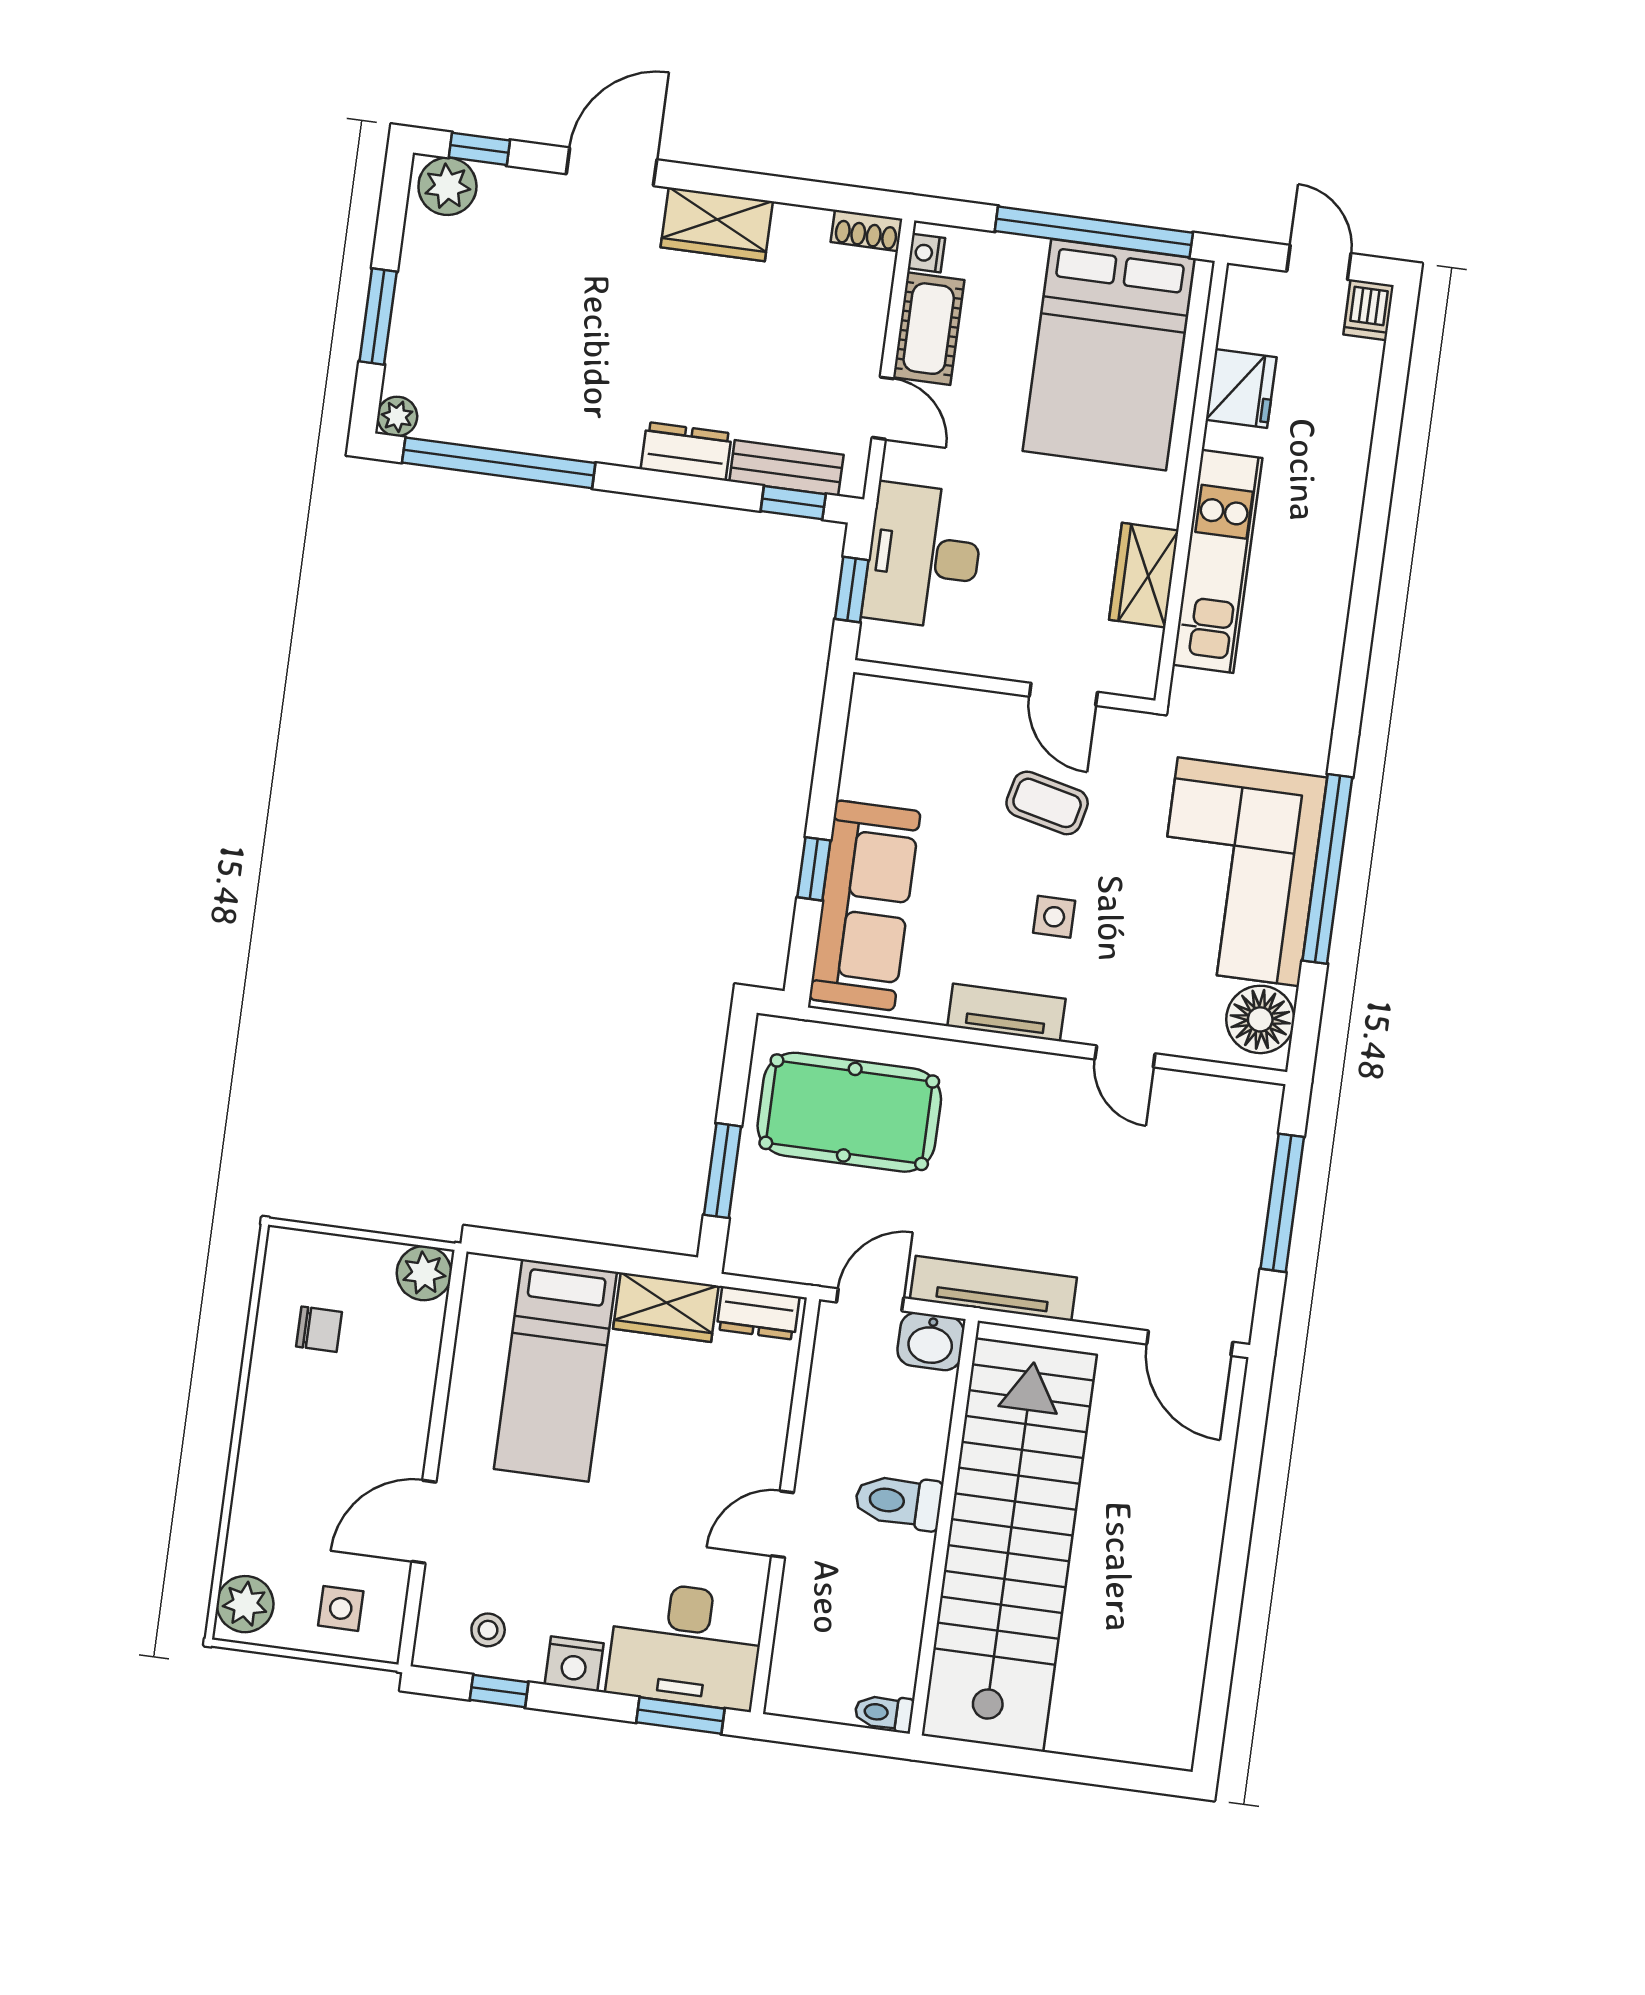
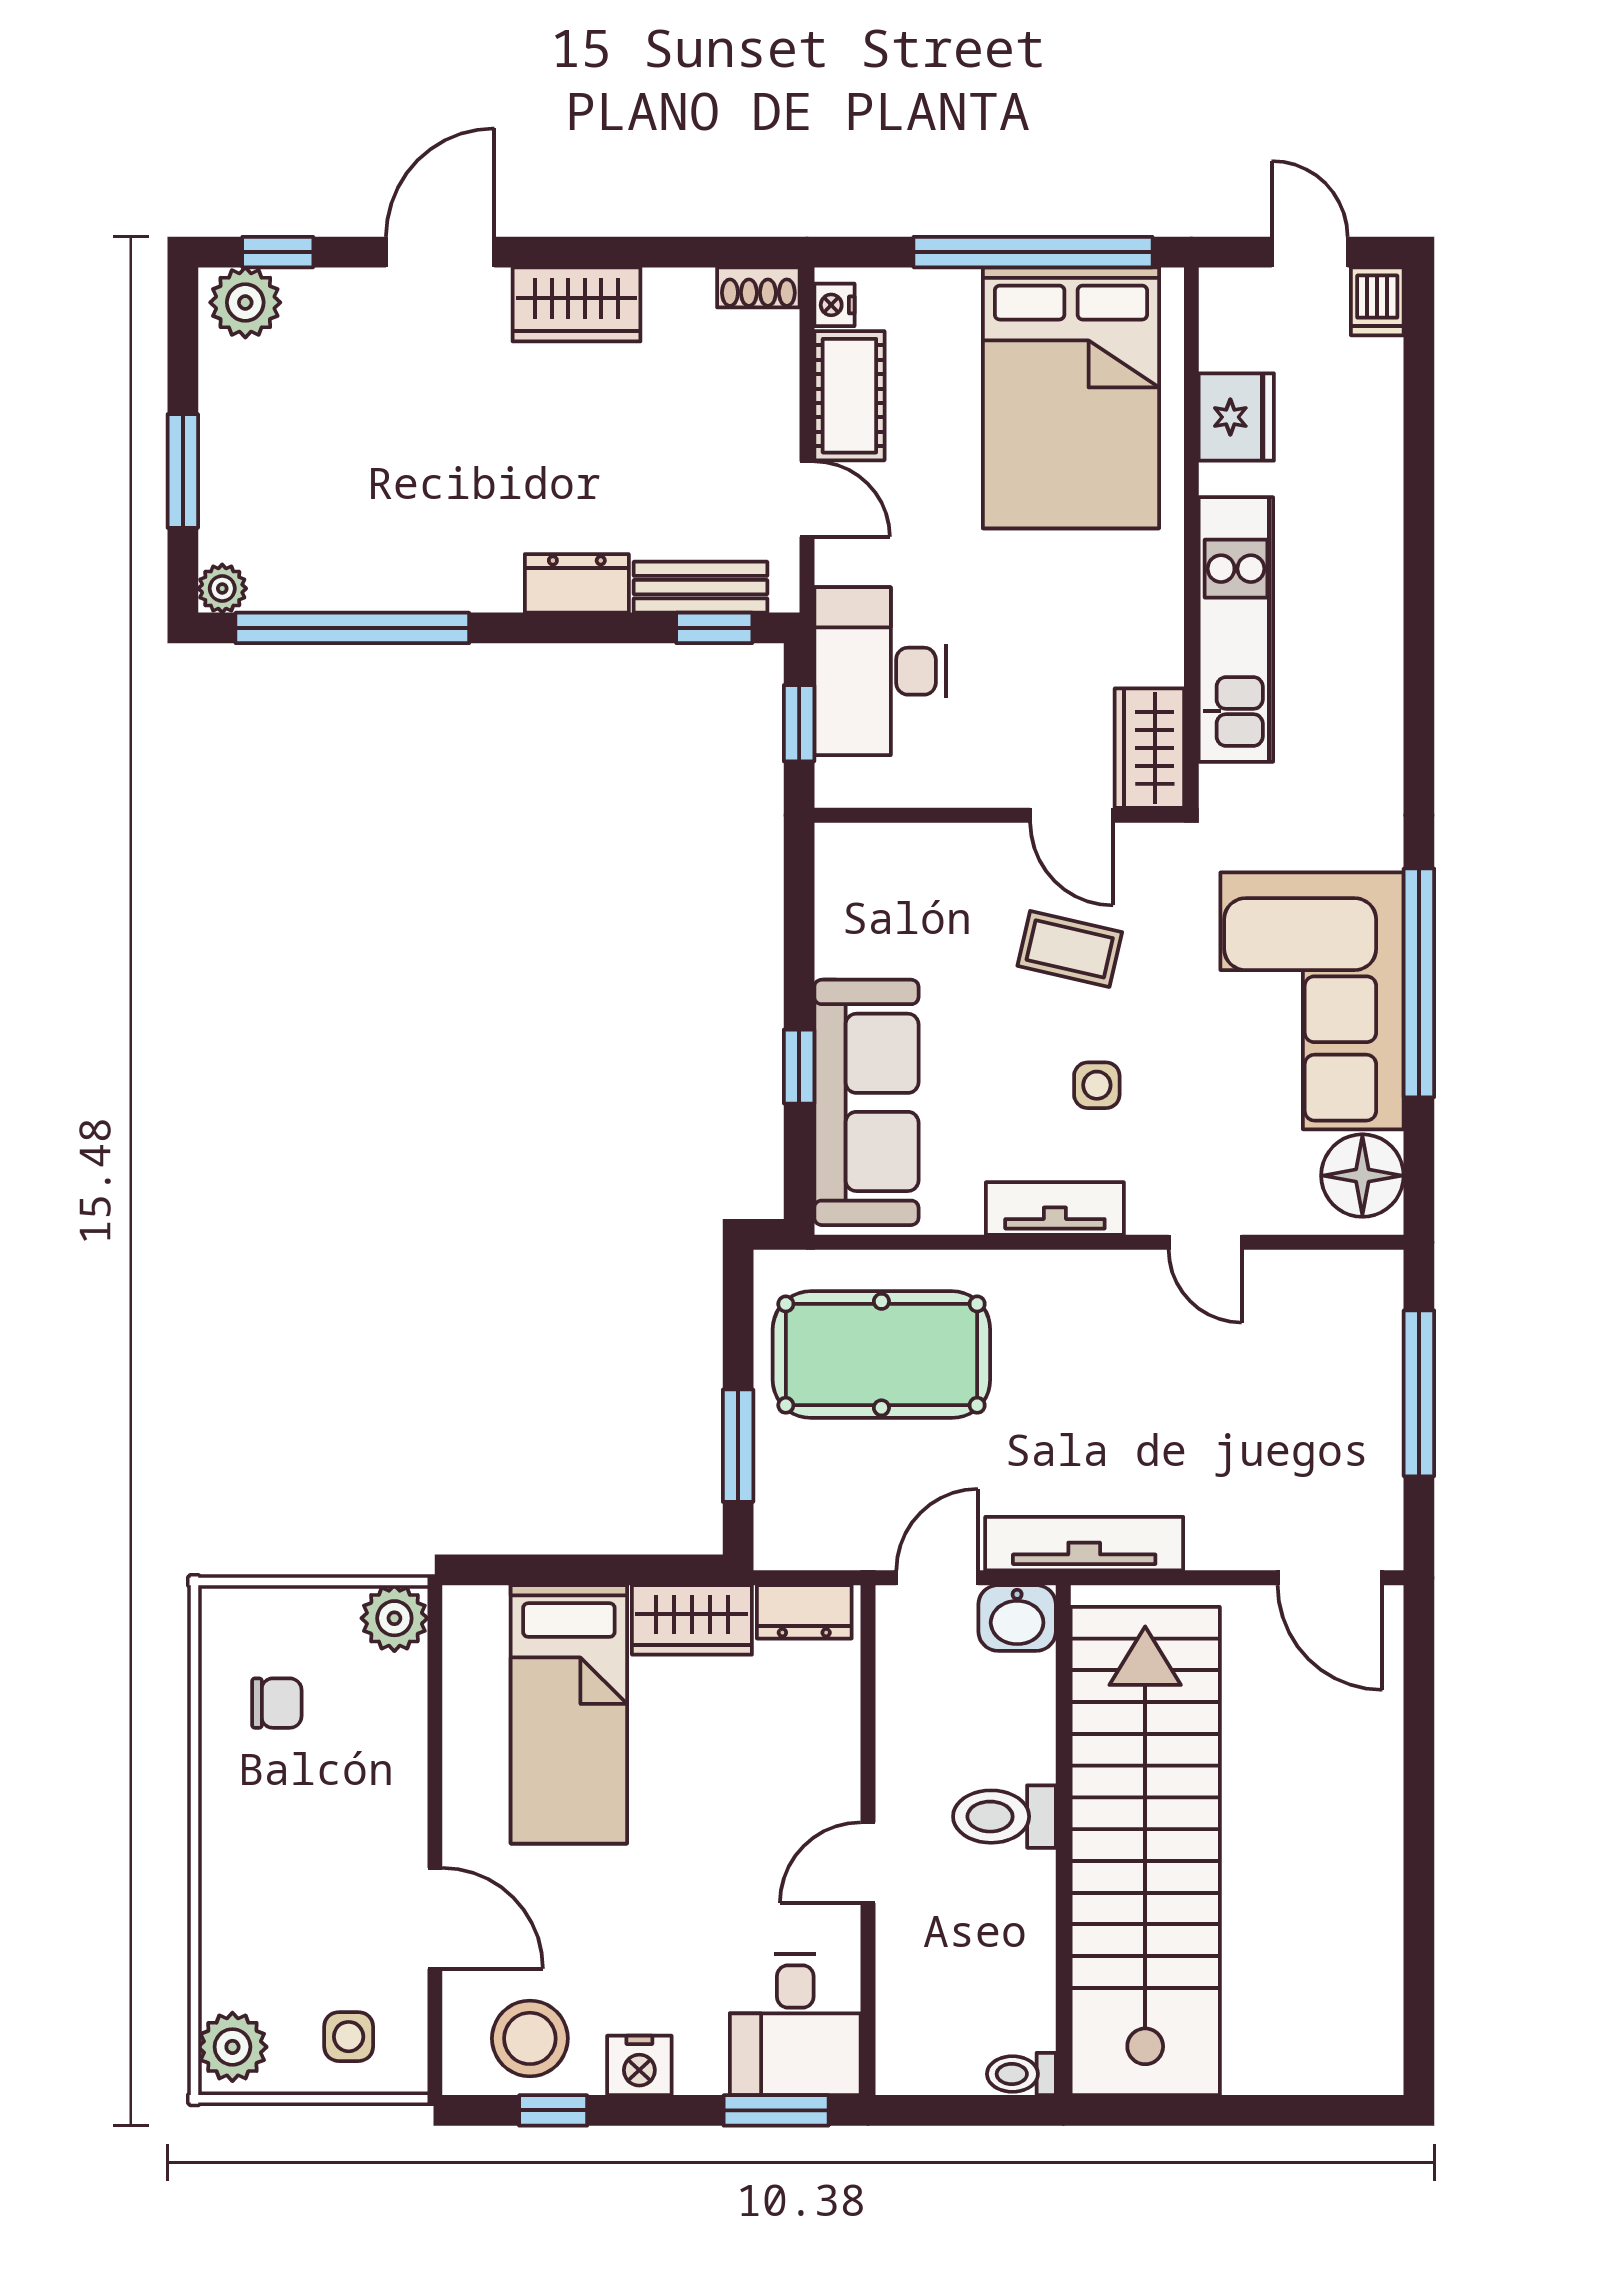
wardrobe: (1144, 575) -> (1149, 748), moved
door: (424, 1522) -> (435, 1918), swing flipped
stool: (488, 1630) -> (530, 2038), width x1.89, depth x1.89
desk: (686, 1645) -> (795, 2025), width x0.73

